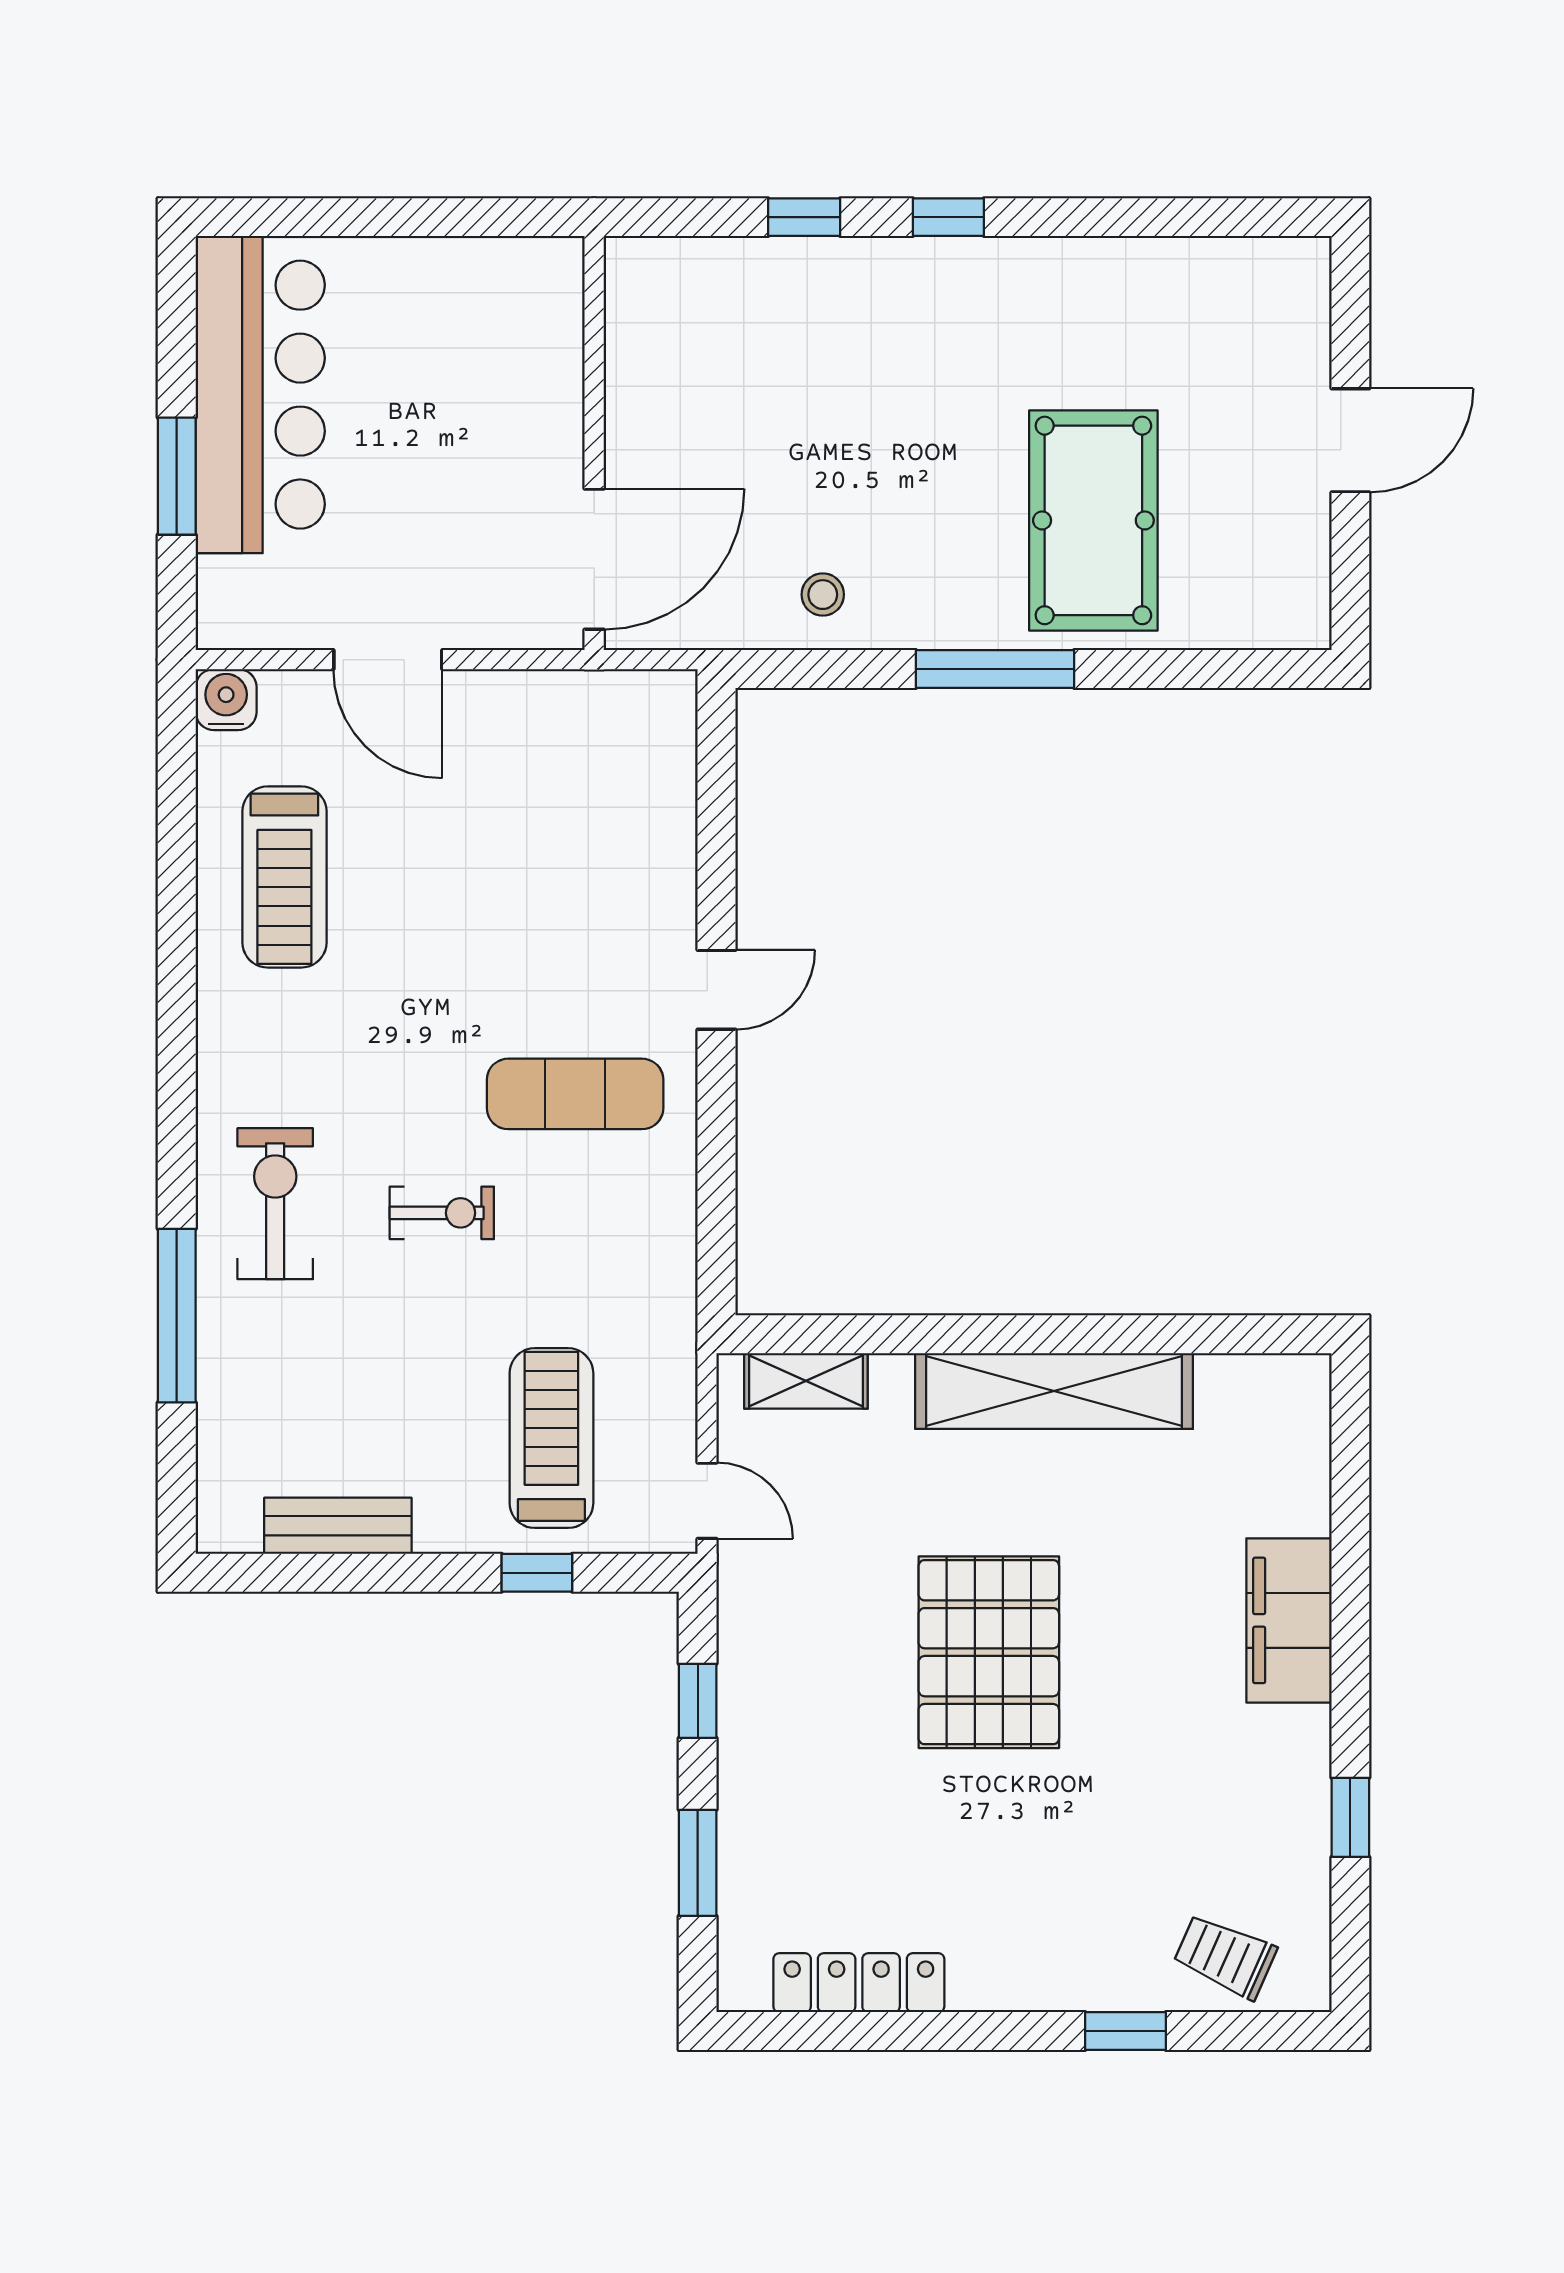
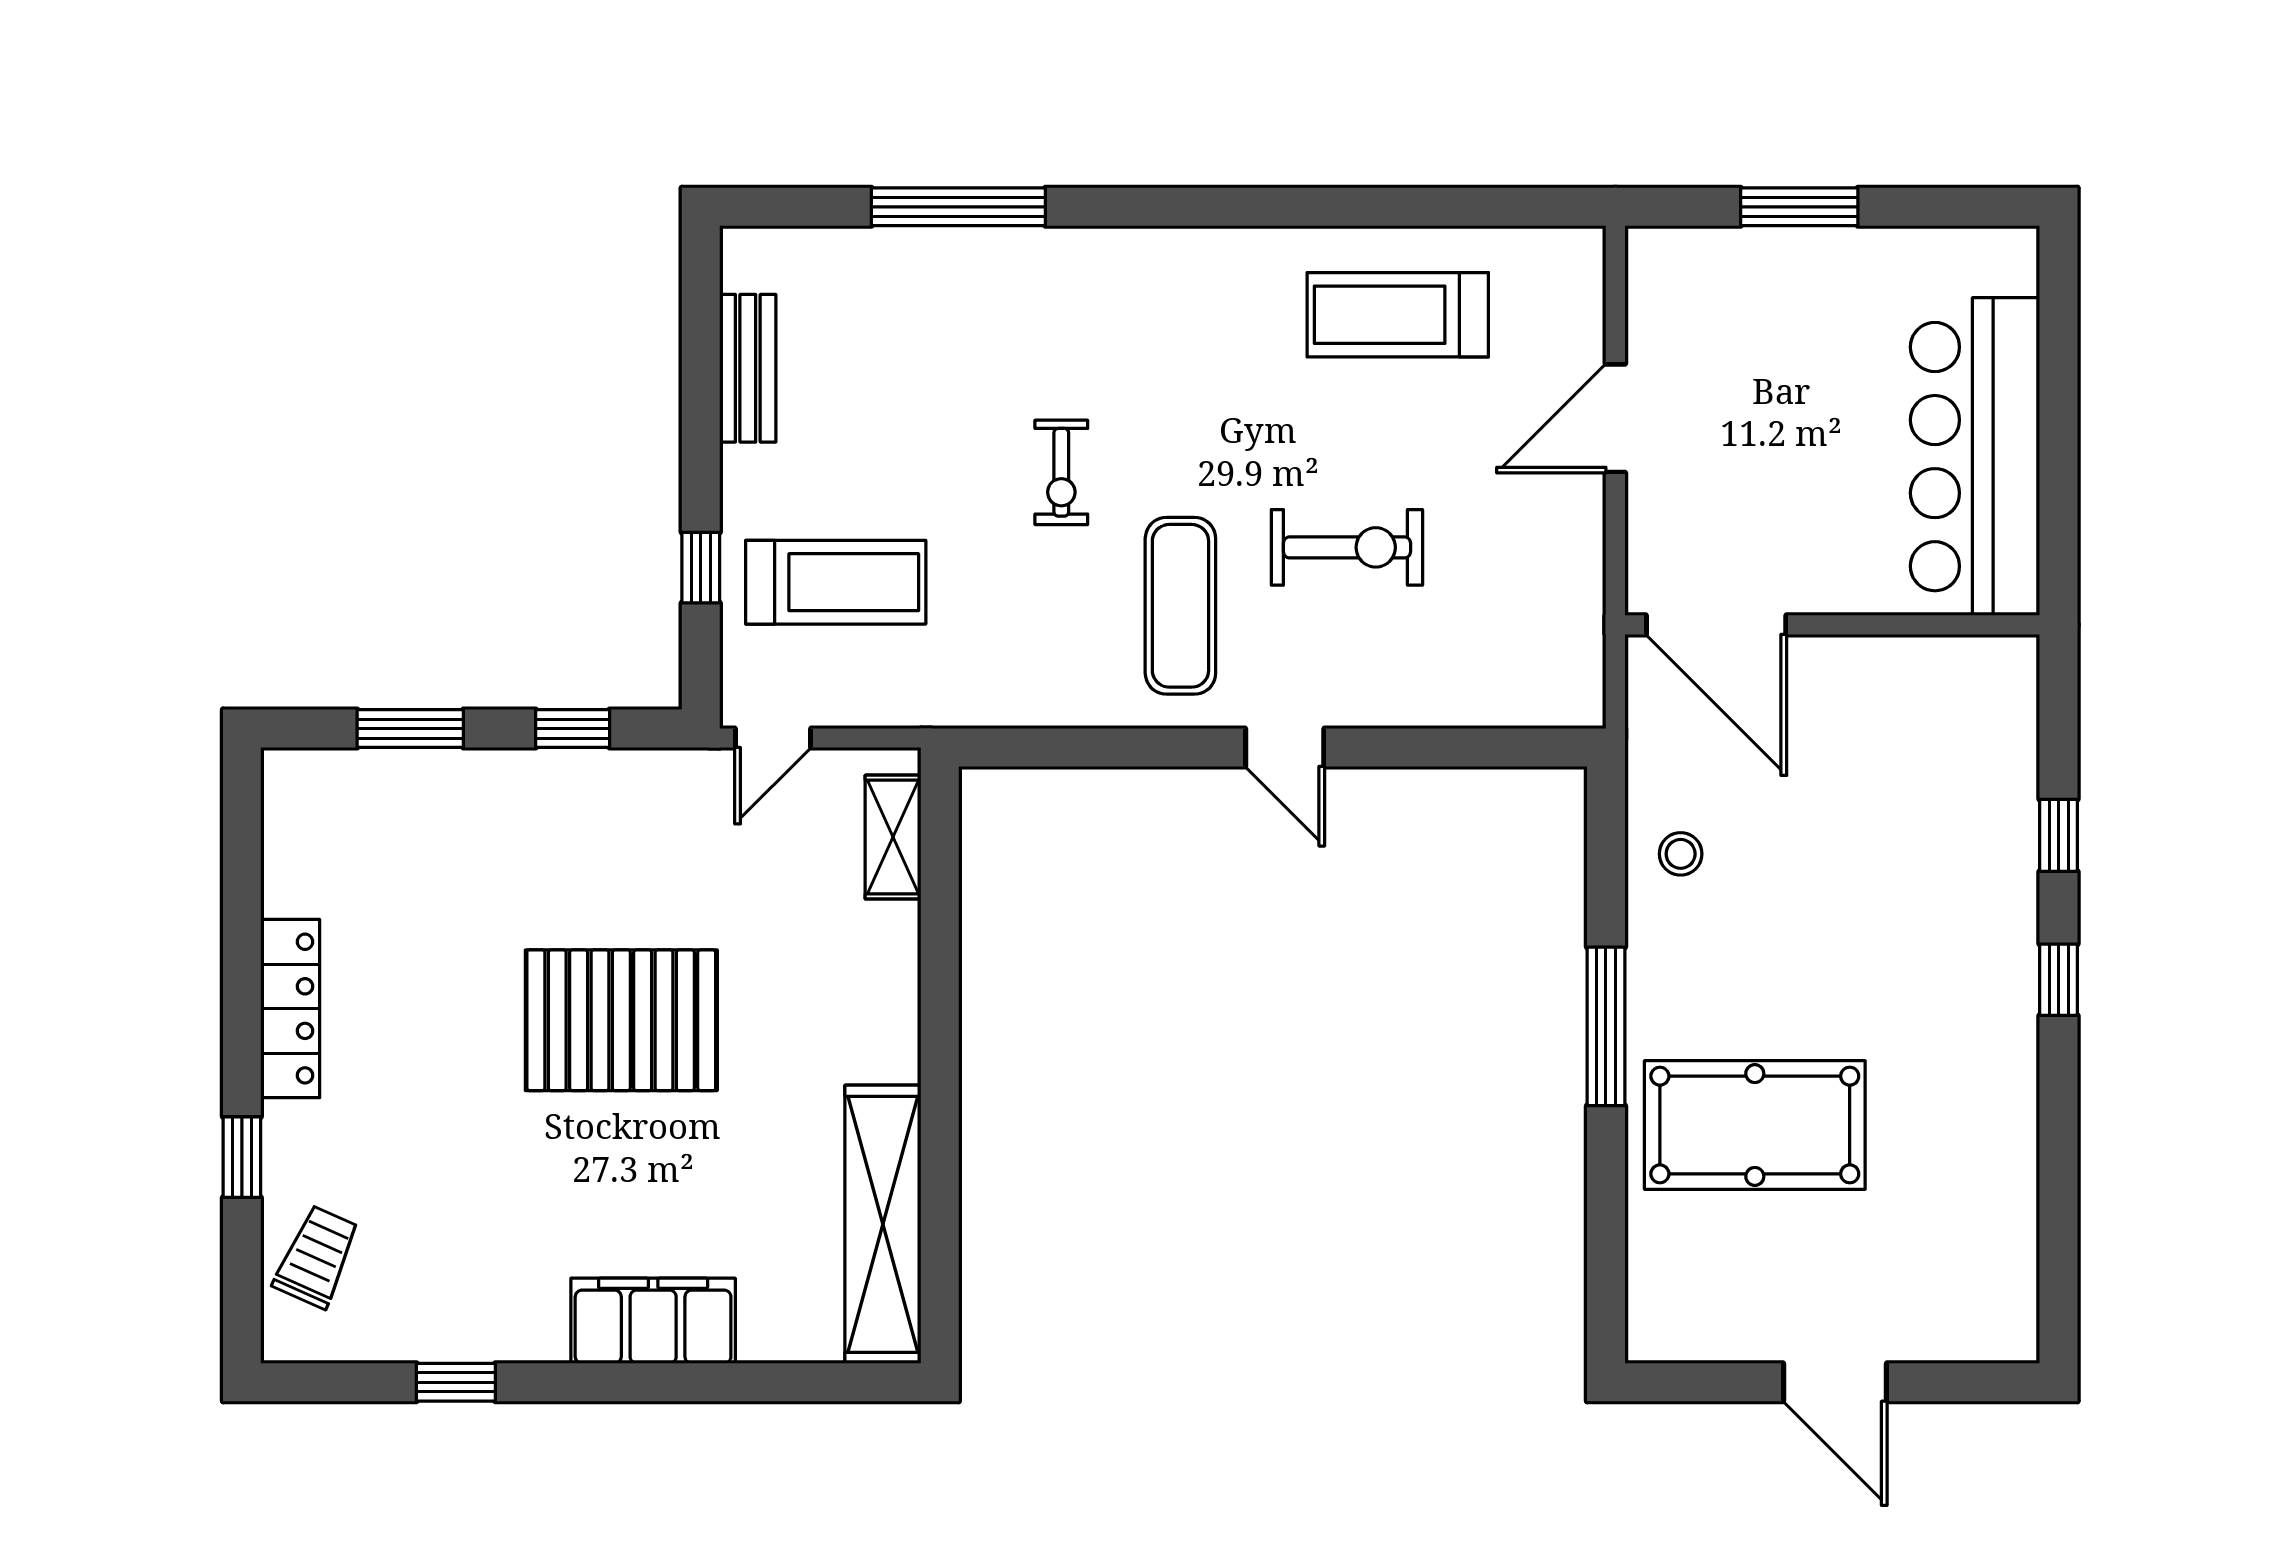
bar counter: (260, 395) -> (1975, 457), moved, turned 90
water cooler: (226, 700) -> (1575, 256), removed
exercise bike: (275, 1204) -> (1347, 547), moved
shelving: (1054, 1391) -> (883, 1224), moved
locker: (859, 1983) -> (290, 1009), moved

